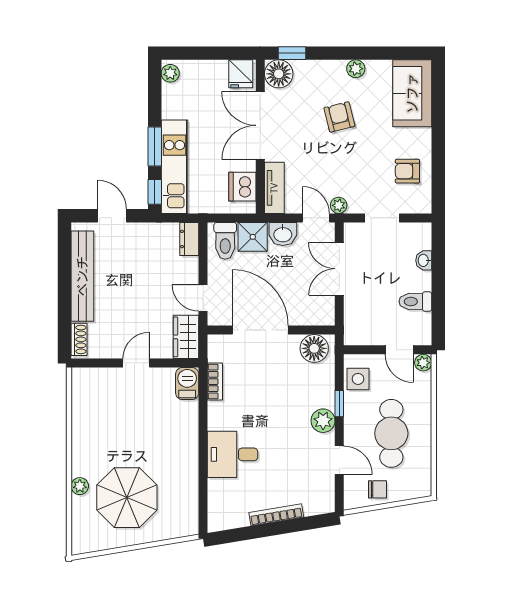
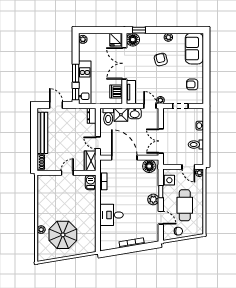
double door: (339, 269) -> (161, 141), moved

